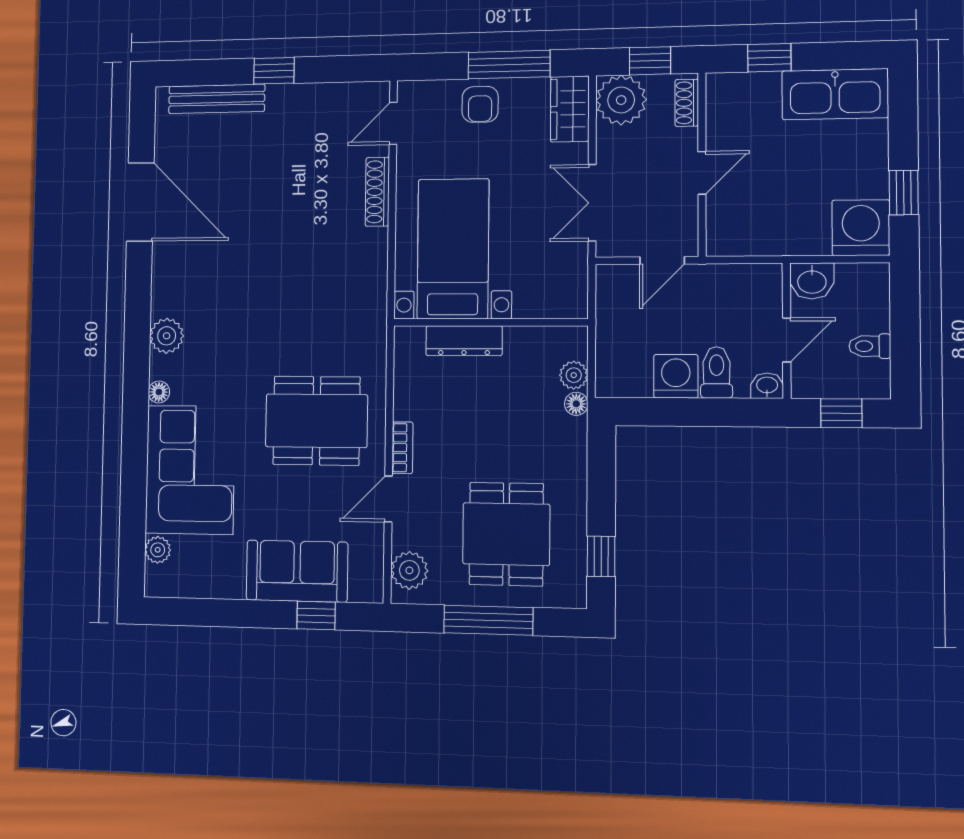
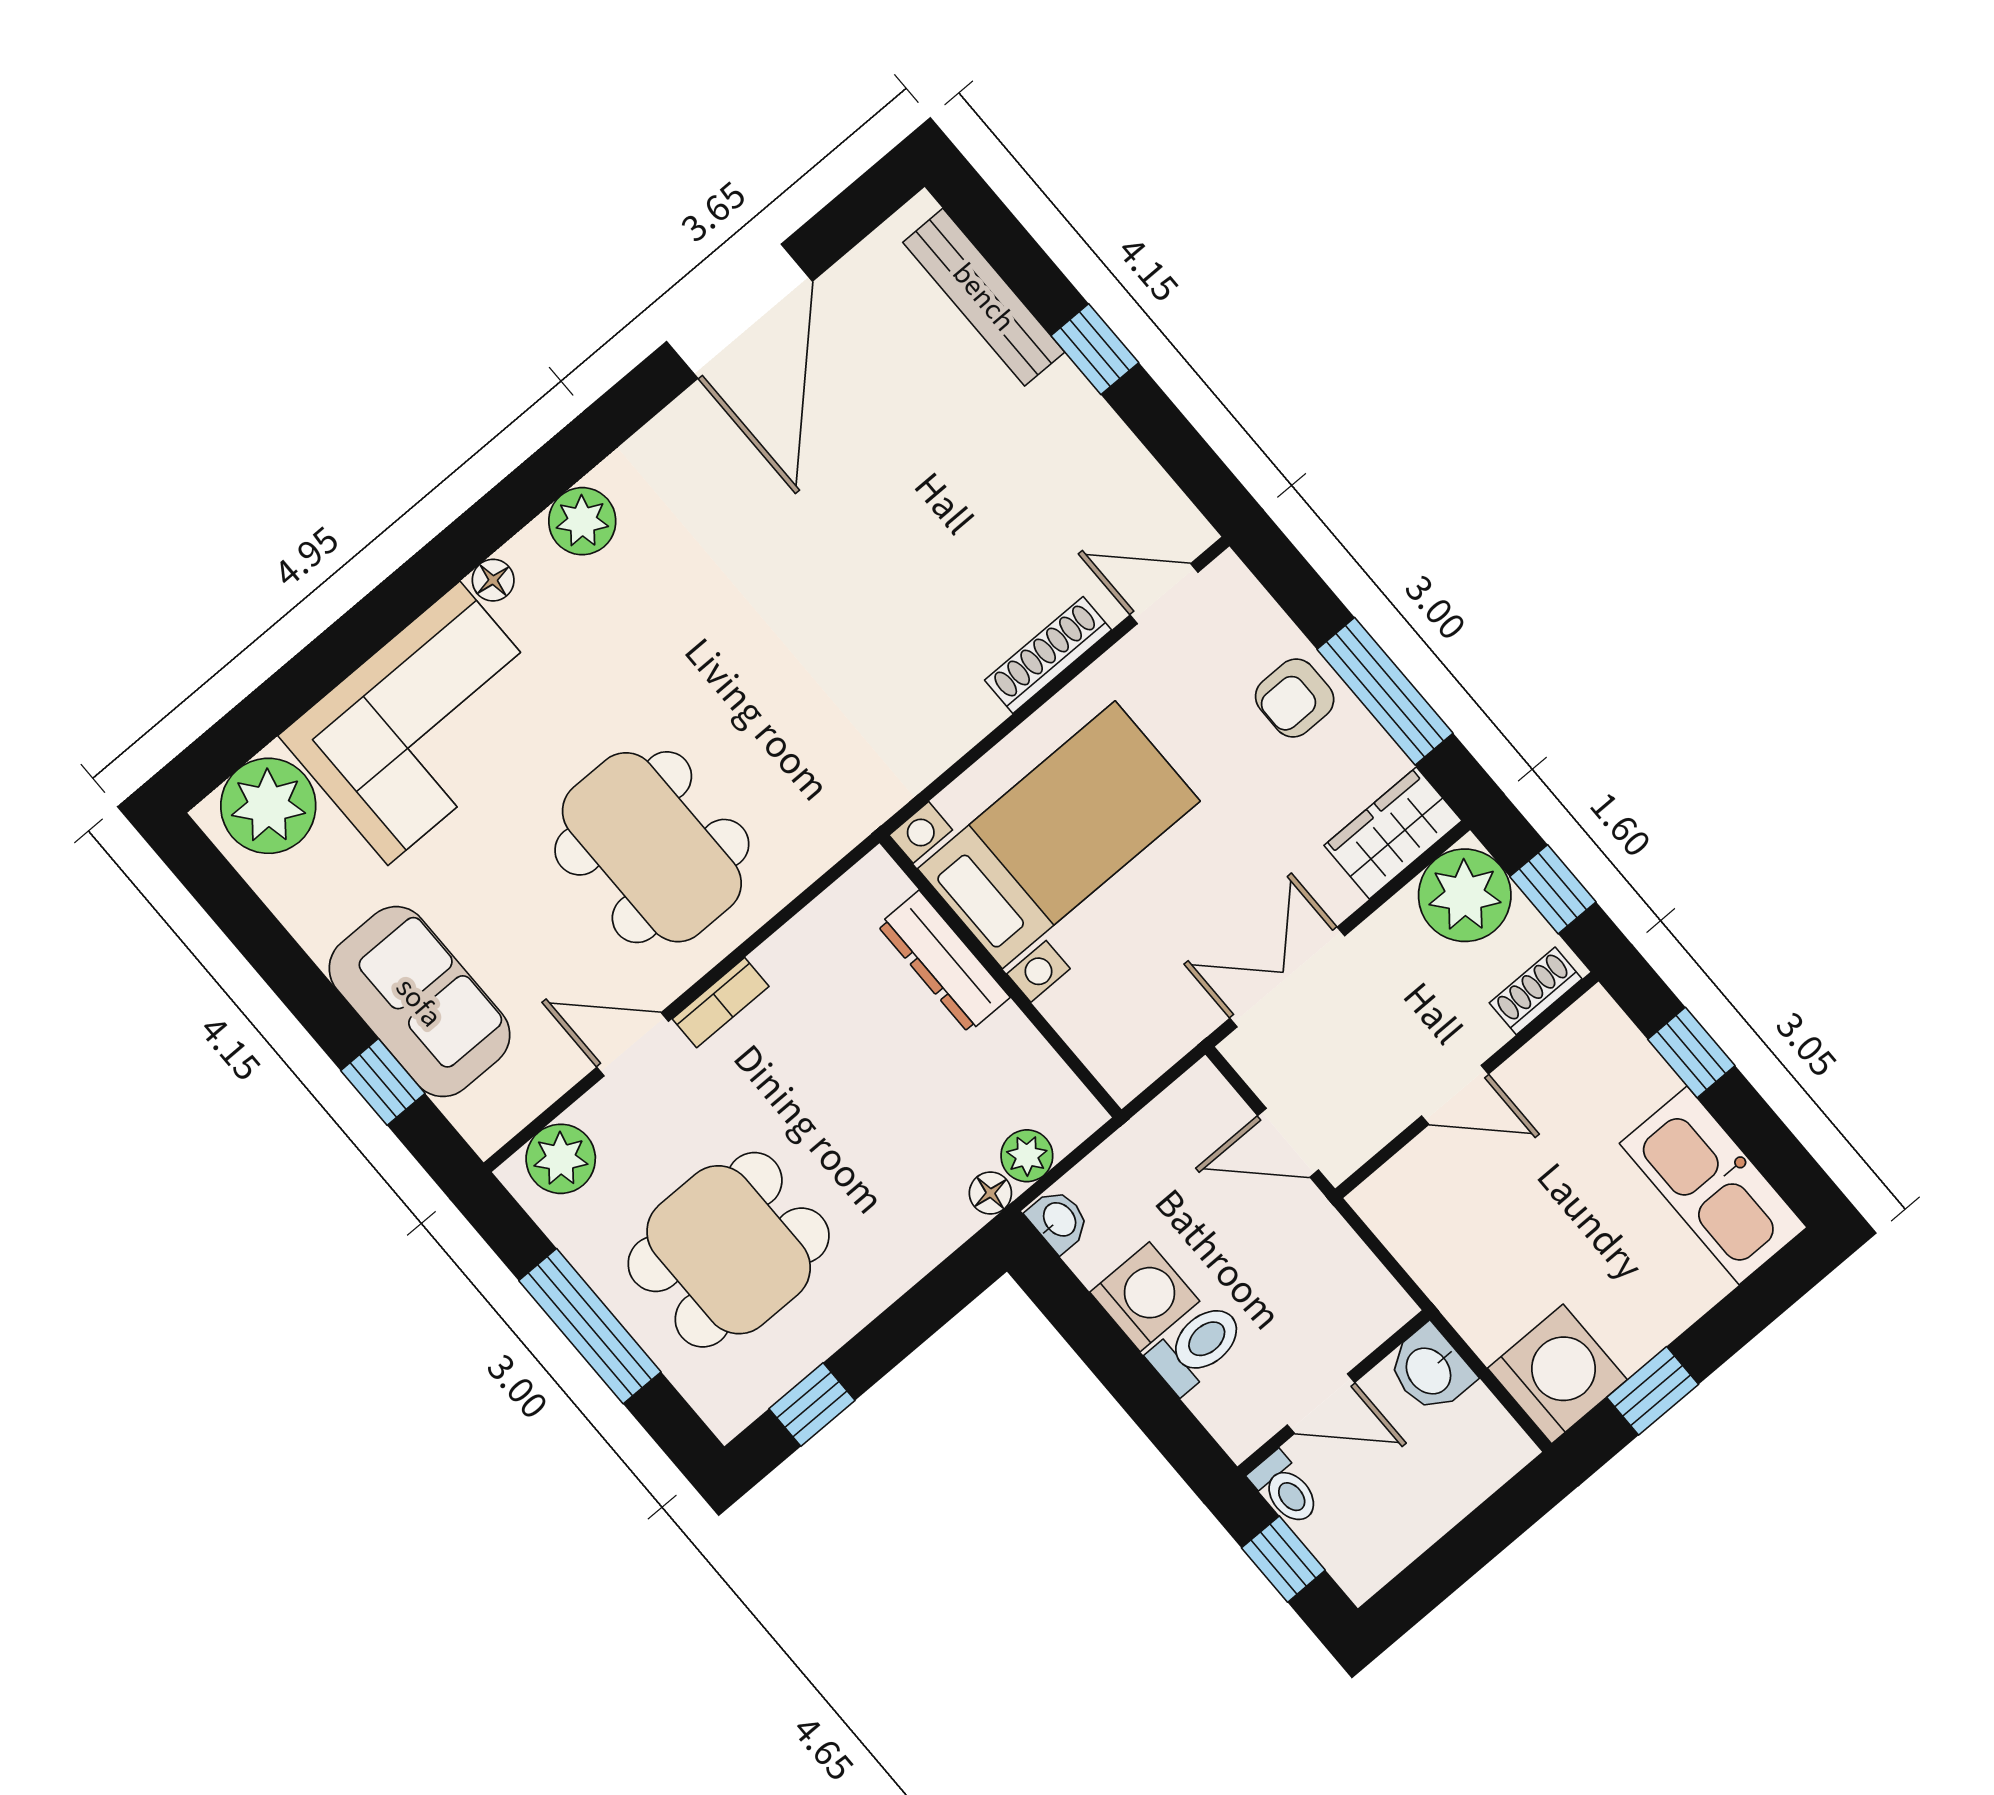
toilet: (870, 346) -> (1285, 1489), moved, turned 180
washbasin: (767, 386) -> (1059, 1220), moved
plant: (158, 550) -> (268, 806), width x1.88, depth x1.88

